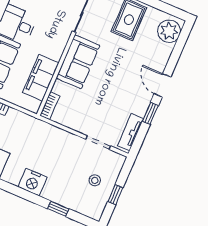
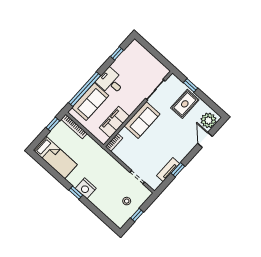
door: (162, 85) -> (205, 140), moved
tv unit: (131, 132) -> (168, 170), moved
window: (58, 209) -> (76, 193), moved

